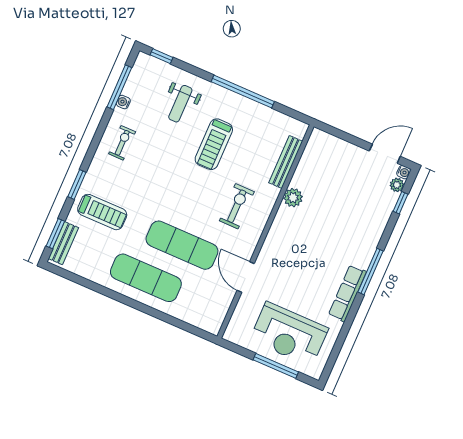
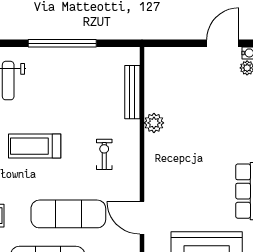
treadmill: (214, 144) -> (35, 146), moved, turned 90
exercise bike: (237, 206) -> (104, 154), width x0.73, depth x0.72

